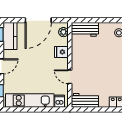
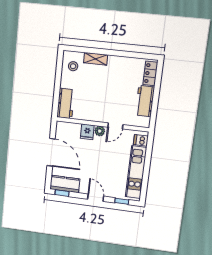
plant: (63, 32) -> (100, 131), moved
workbench: (85, 100) -> (145, 101), moved

